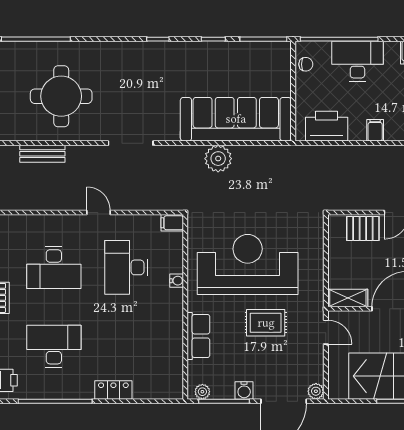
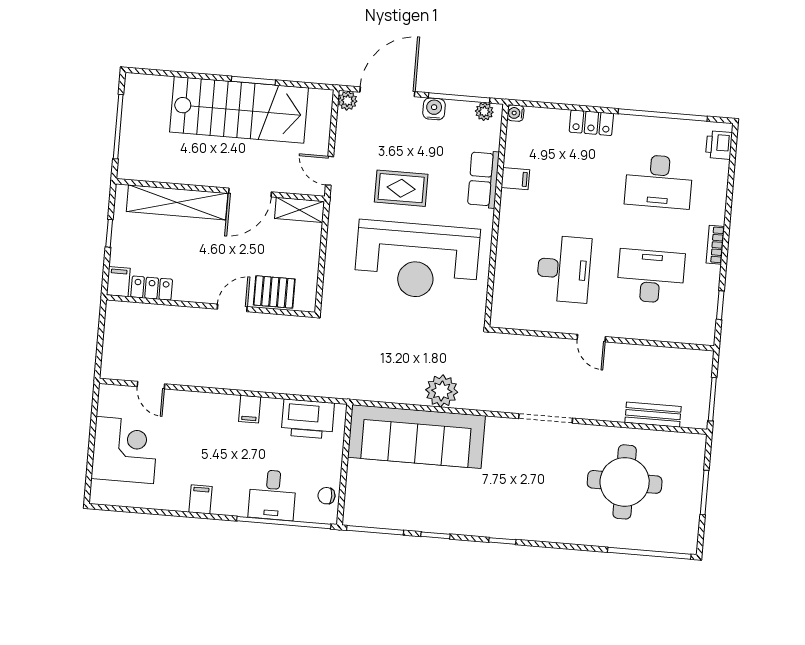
desk: (357, 61) -> (272, 495), width x0.73
filing cabinet: (172, 223) -> (515, 179), moved
water cooler: (177, 281) -> (515, 113), moved

